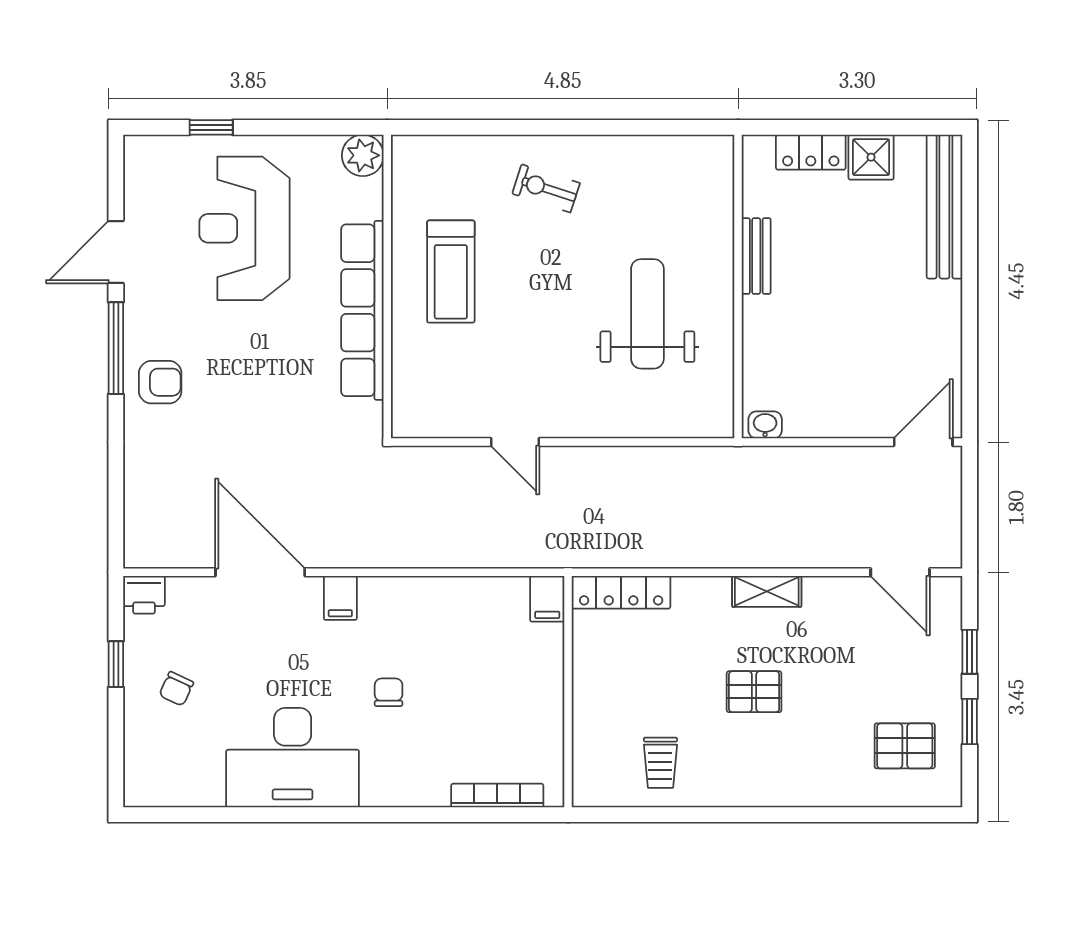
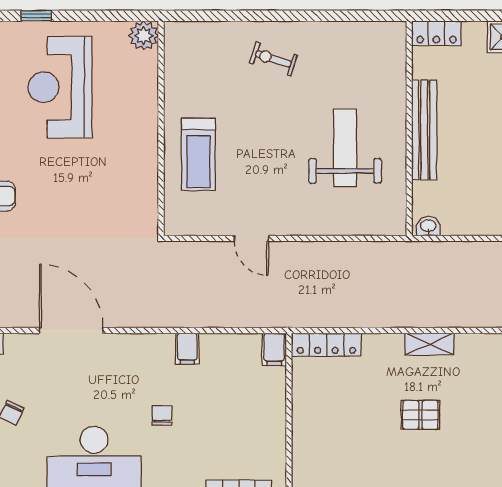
locker: (811, 152) -> (436, 33), moved
bench: (756, 256) -> (424, 130), width x1.86, depth x1.21
treadmill: (451, 272) -> (198, 154), moved
row of seats: (362, 310) -> (143, 145), removed
filing cabinet: (340, 598) -> (187, 349), moved
trolley: (660, 763) -> (354, 465), removed

